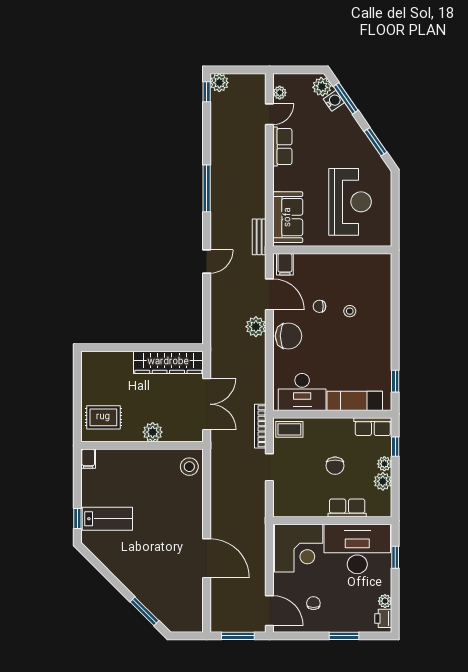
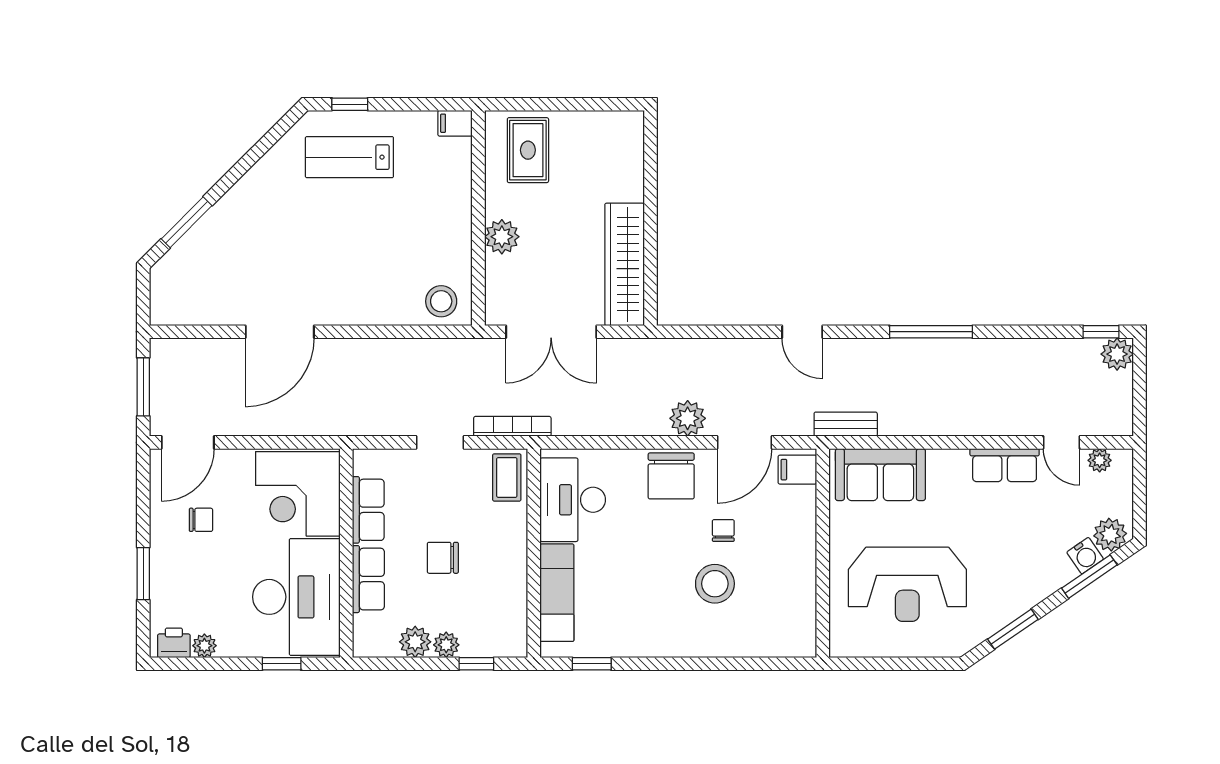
stool: (350, 311) -> (715, 584), width x1.89, depth x1.89
row of seats: (373, 427) -> (368, 510), moved, turned 180
lab bench: (107, 519) -> (349, 157), turned 90

